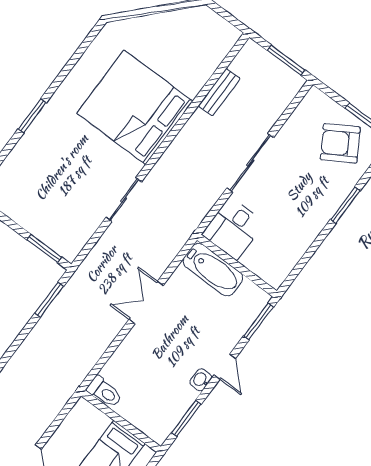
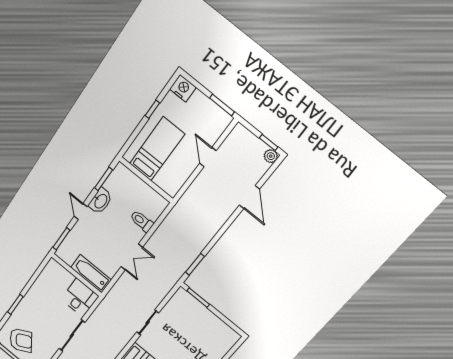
washbasin: (201, 380) -> (100, 201), width x1.91, depth x1.45
toilet: (104, 392) -> (142, 221), moved

